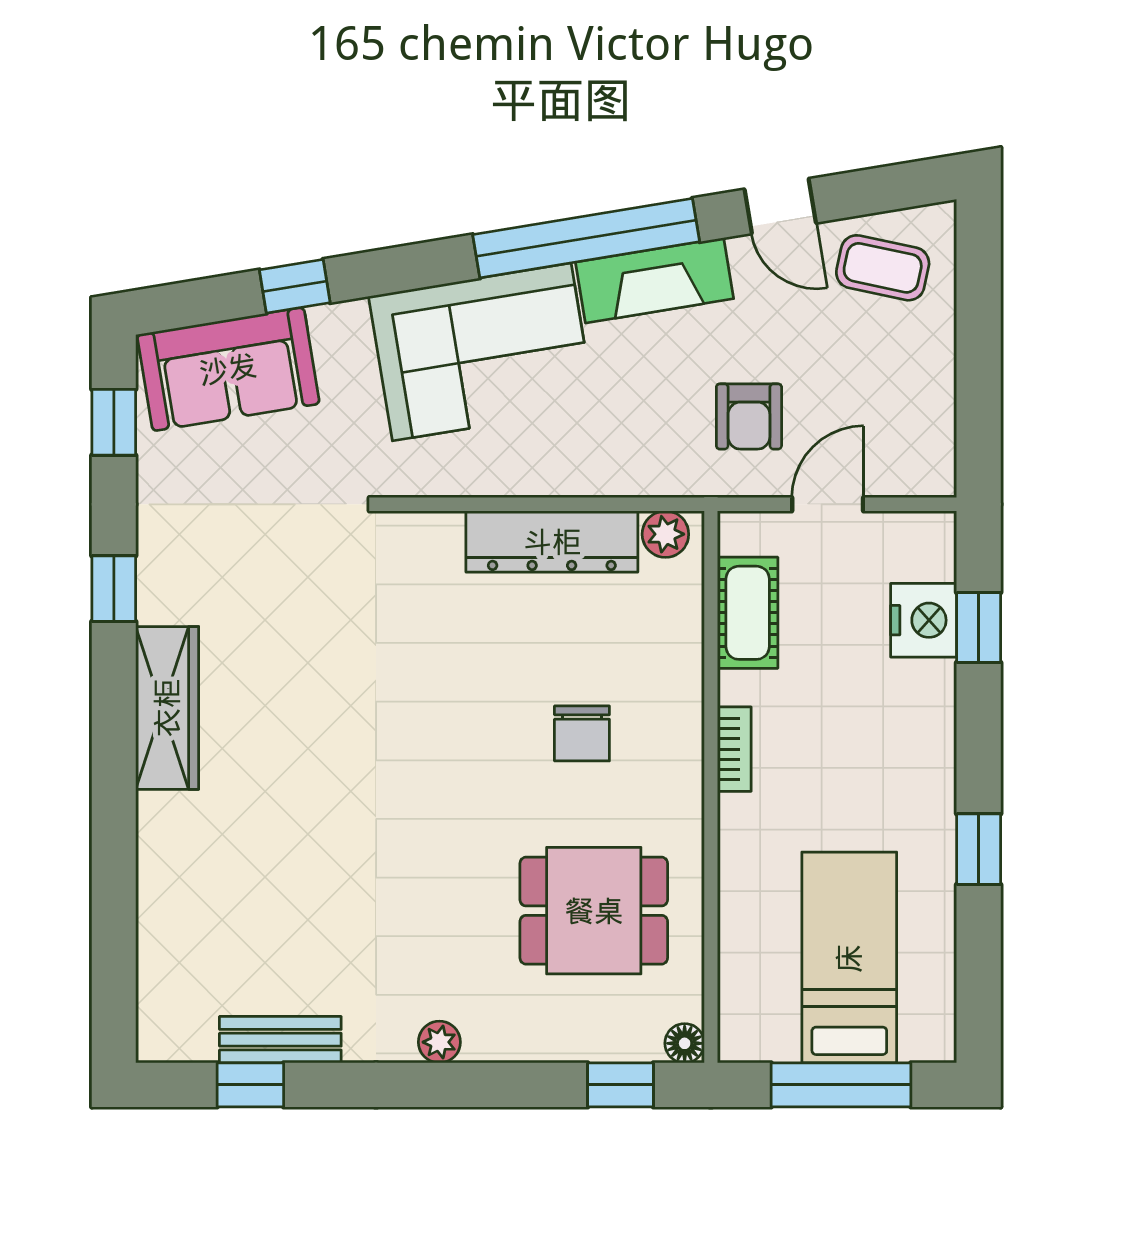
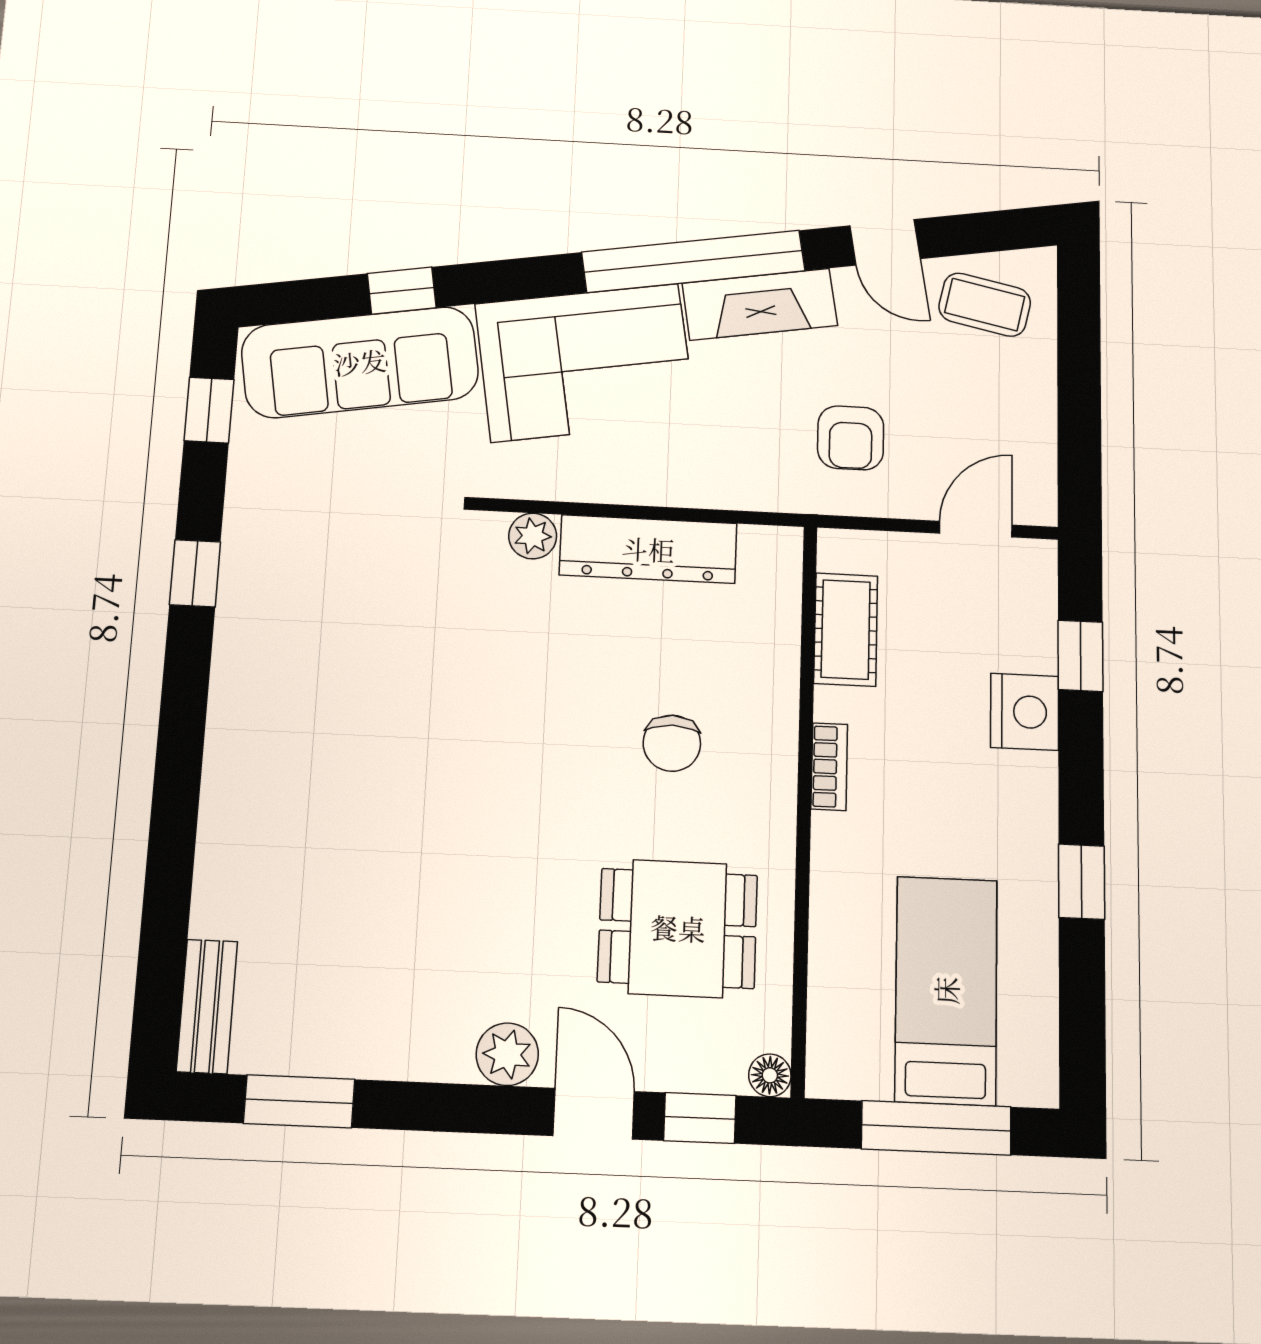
sofa: (228, 369) -> (360, 362), width x1.36
door: (828, 504) -> (976, 529), moved
plant: (665, 534) -> (533, 536), moved
nightstand: (924, 620) -> (1025, 712), moved
wardrobe: (167, 708) -> (241, 697), removed
bench: (280, 1040) -> (207, 1006), moved, turned 90
plant: (439, 1042) -> (507, 1054), width x1.38, depth x1.38
window: (250, 1085) -> (299, 1101), width x1.50
door: (522, 1085) -> (594, 1114), added

